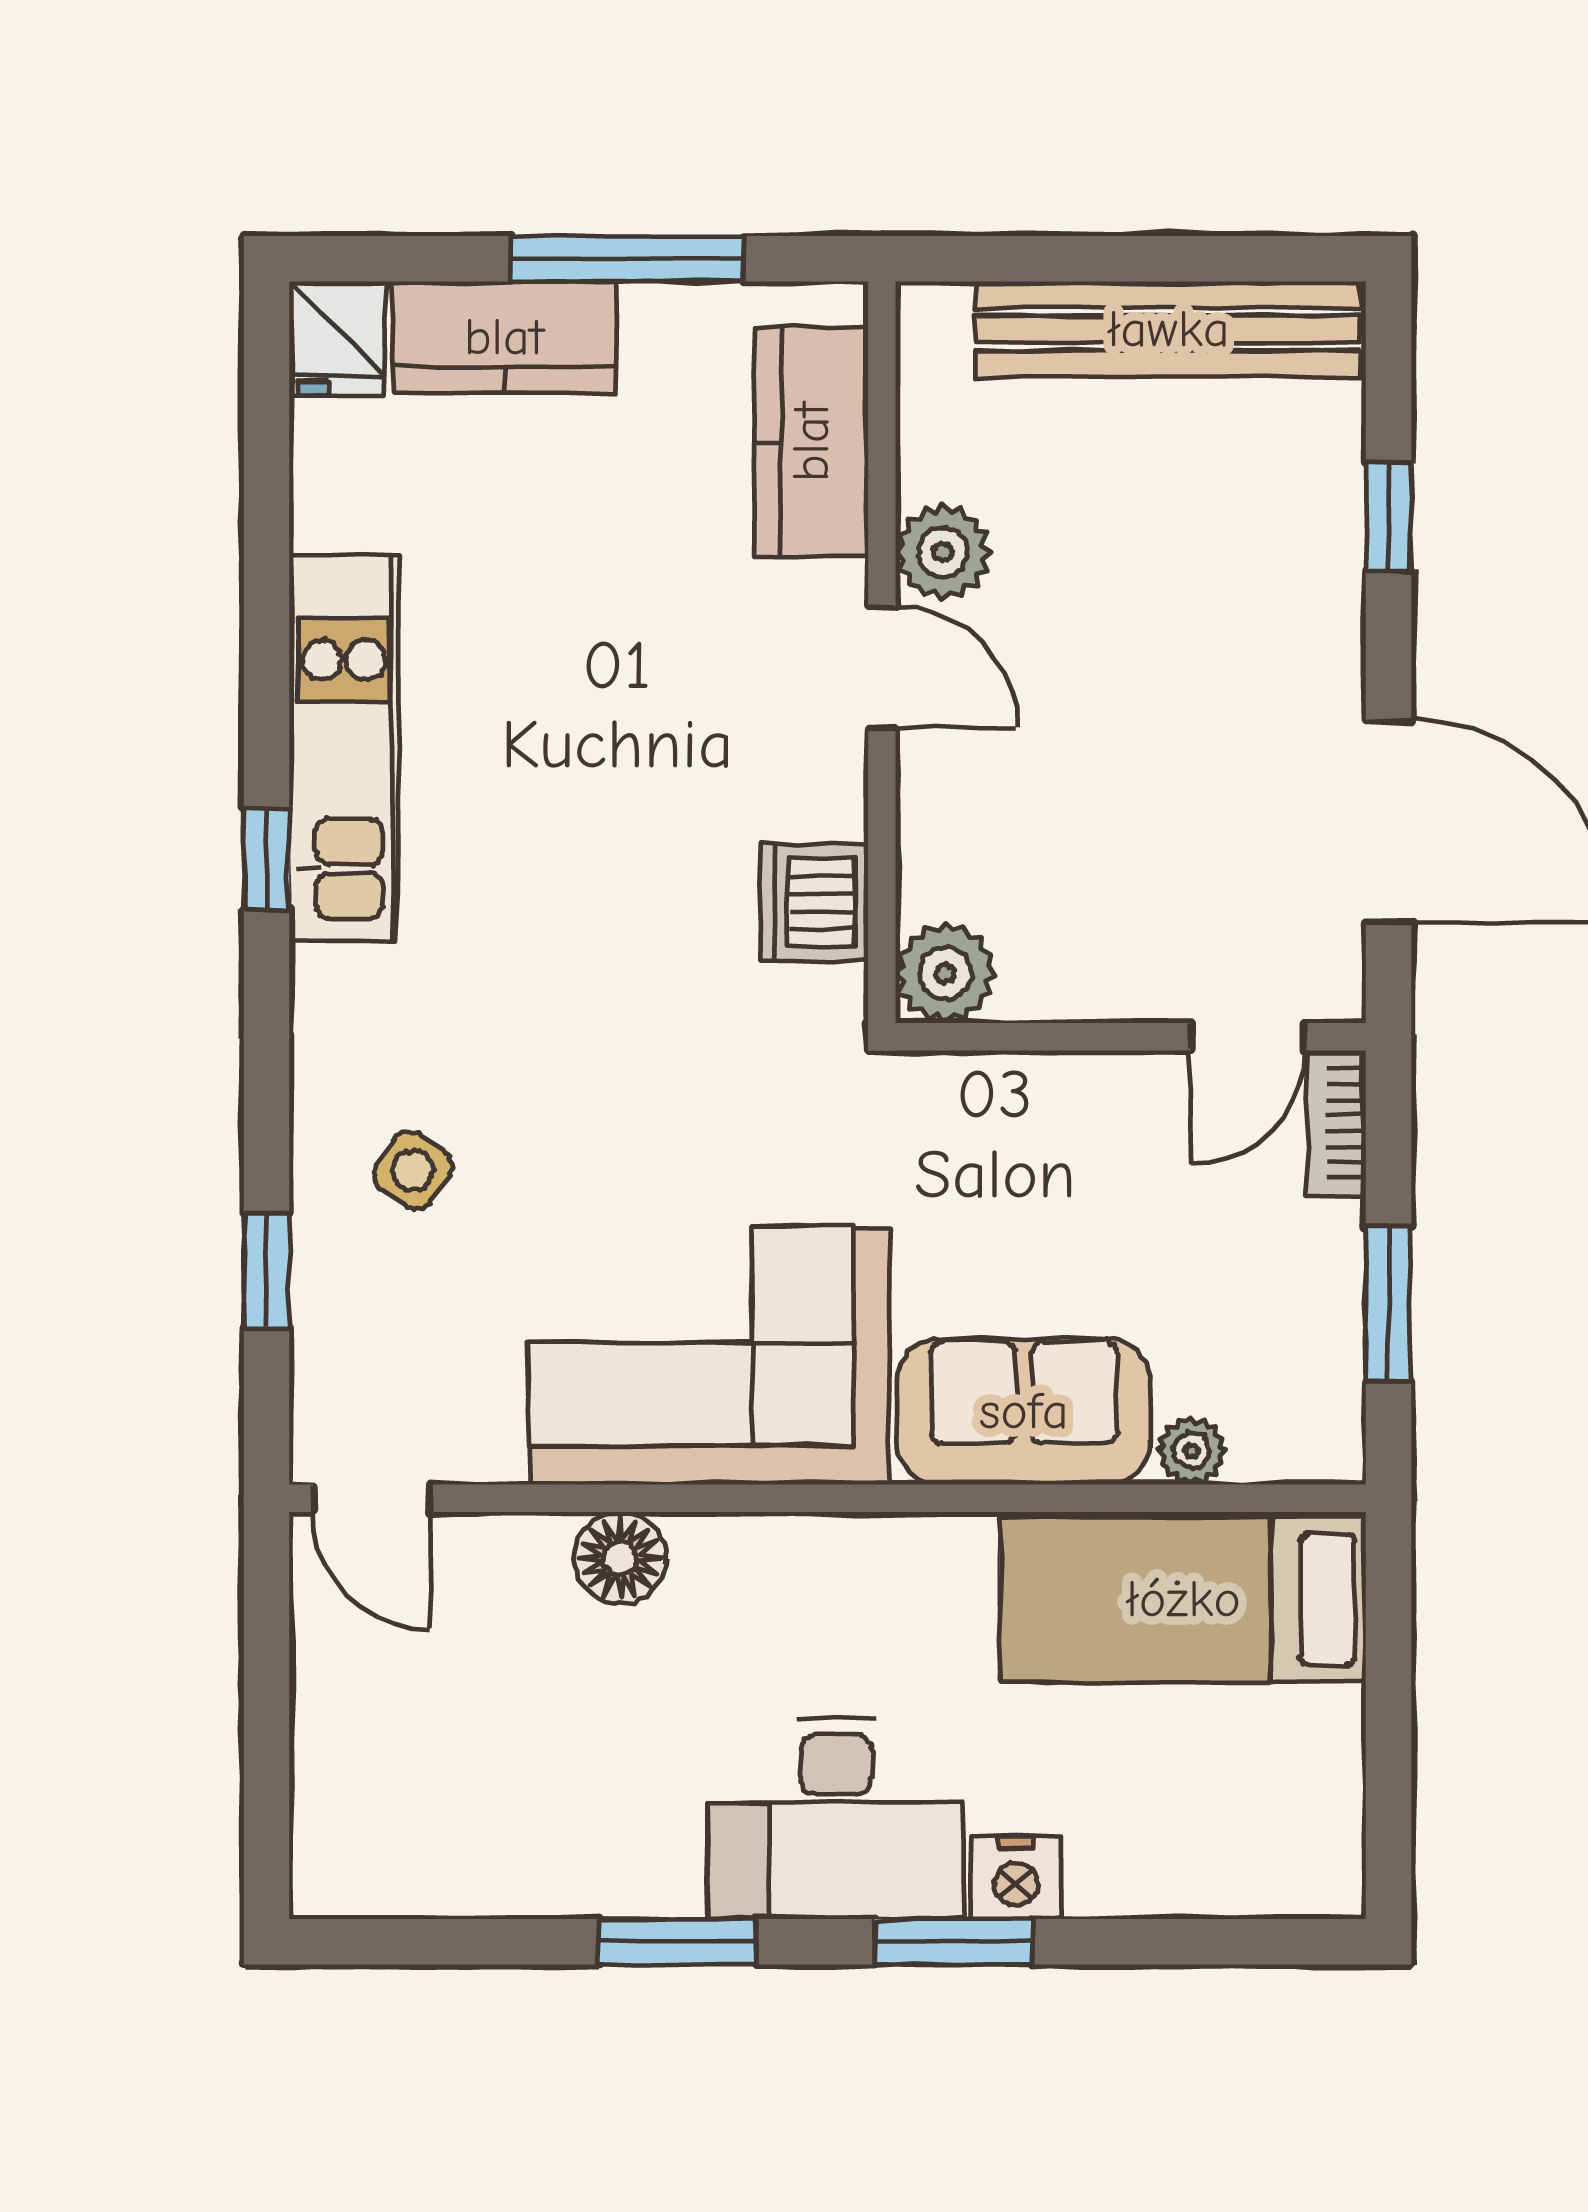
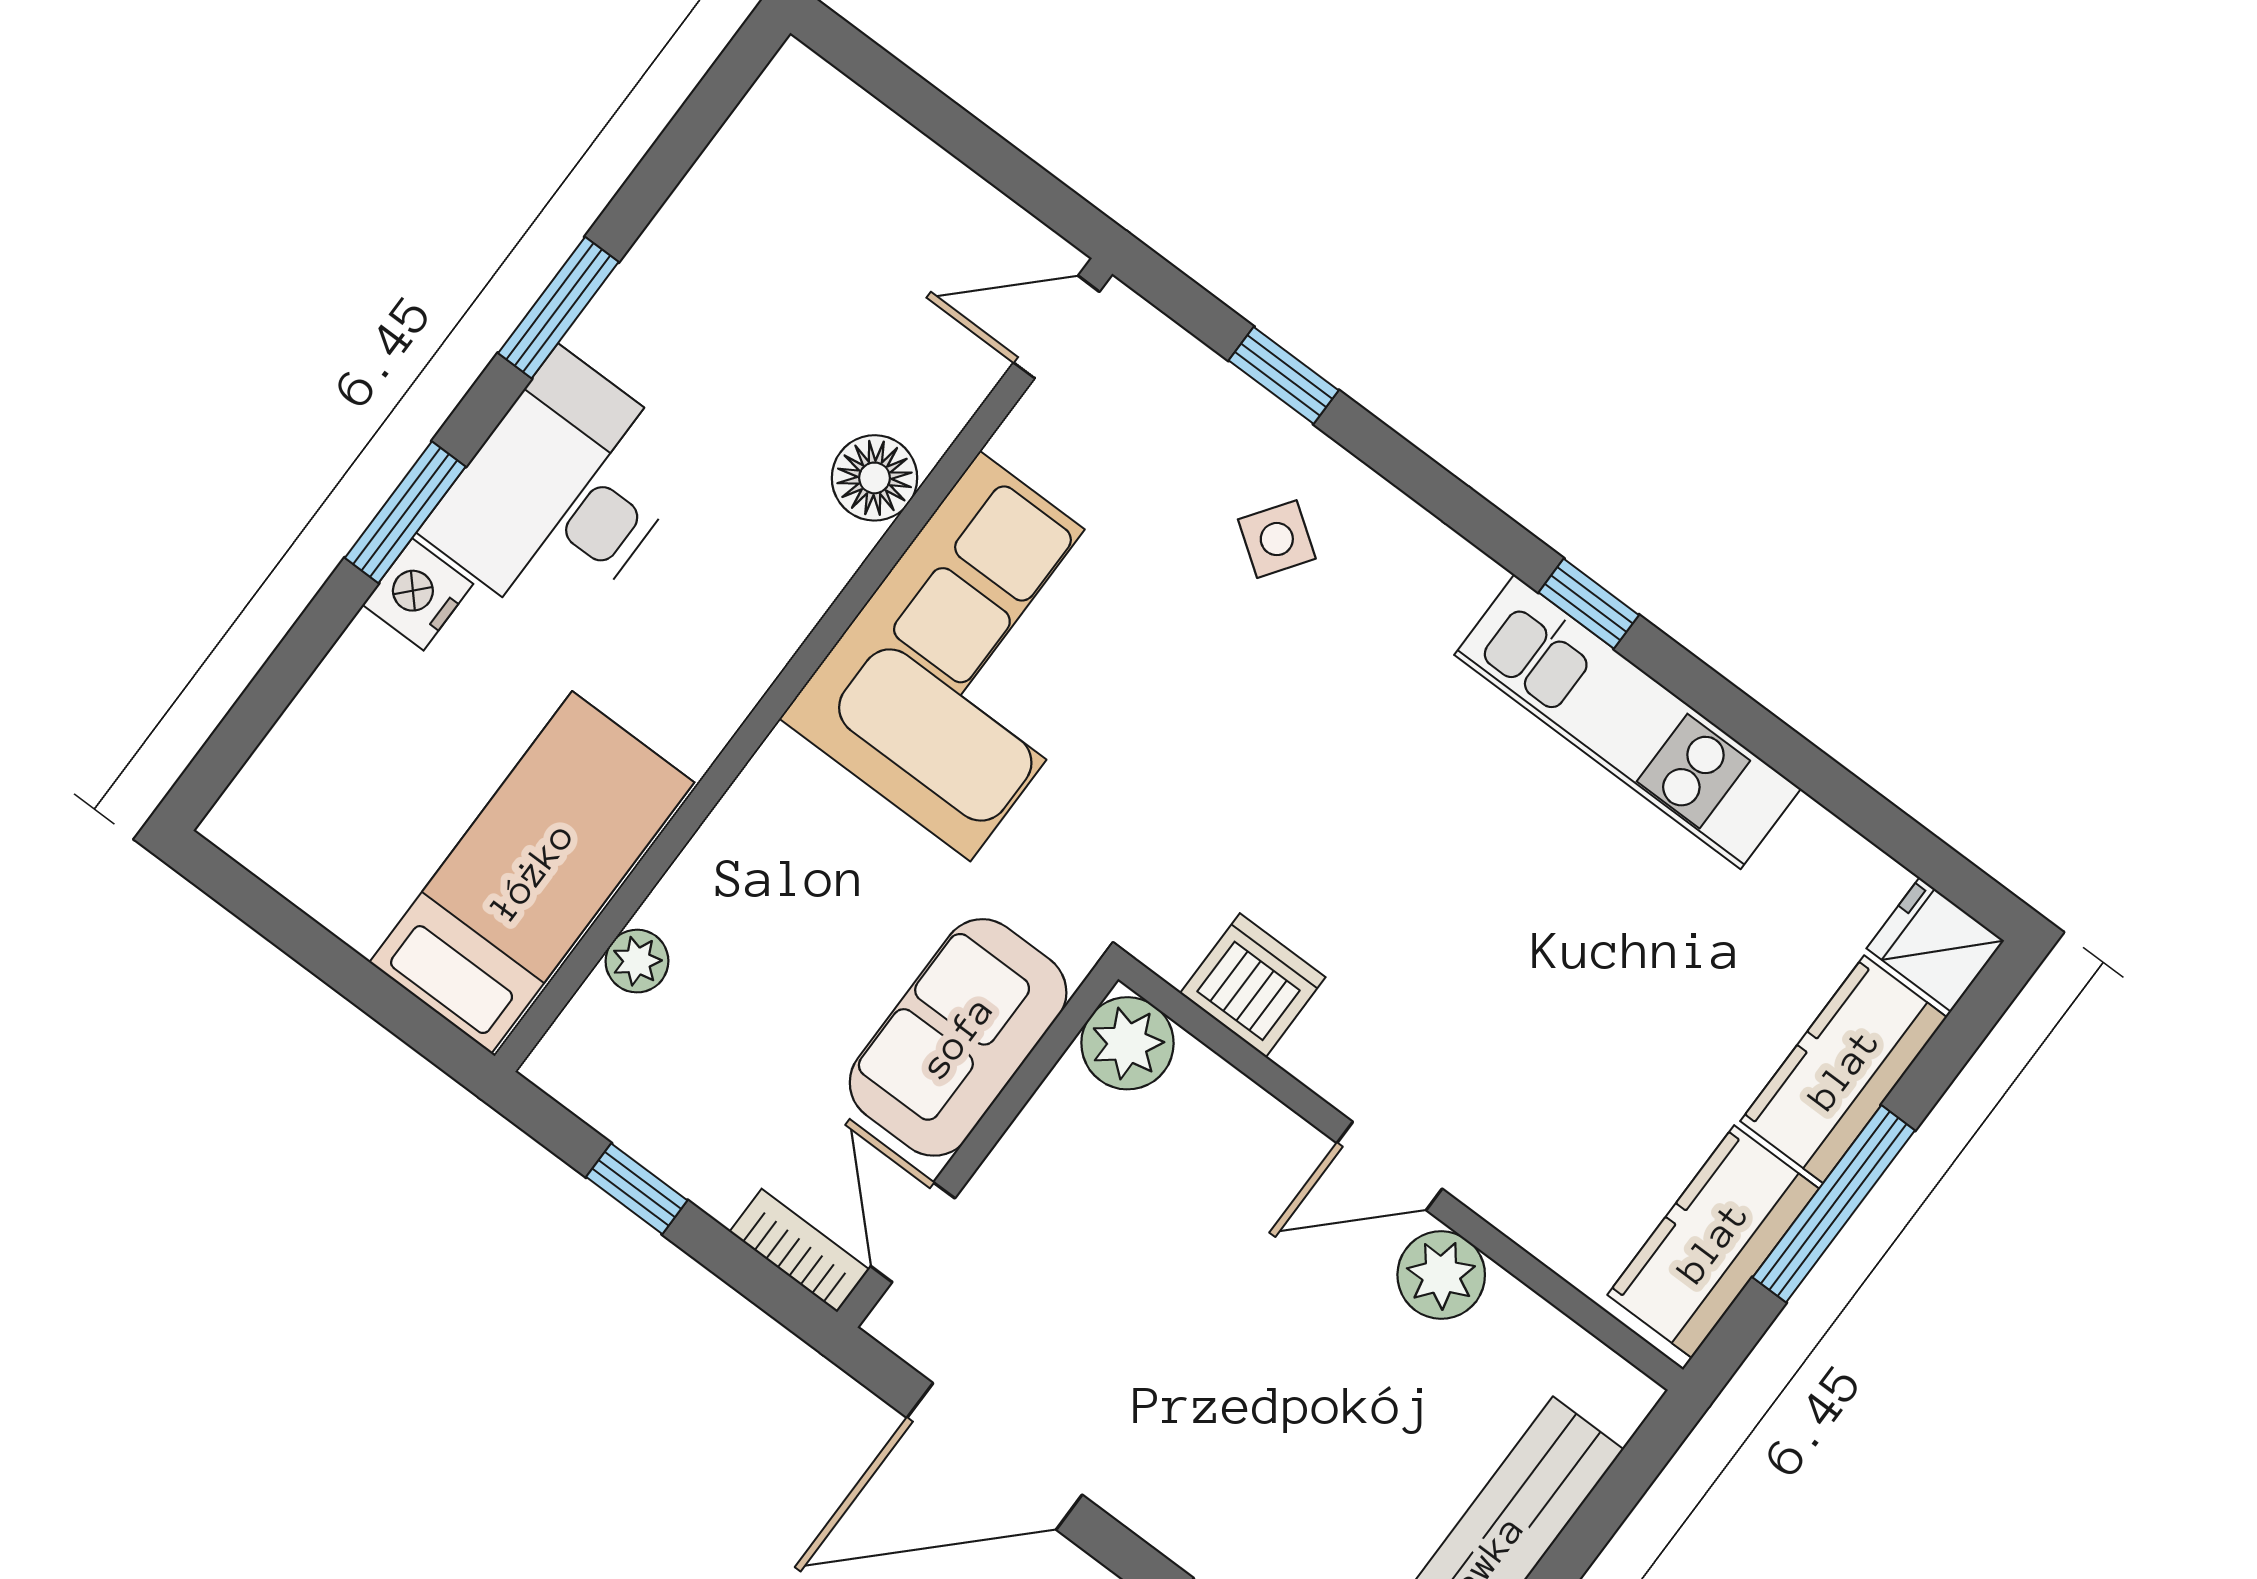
kitchen counter: (811, 442) -> (1713, 1242), moved, turned -90
window: (1389, 1304) -> (637, 1189), width x0.67
sofa: (1024, 1411) -> (958, 1037), moved, turned 180

